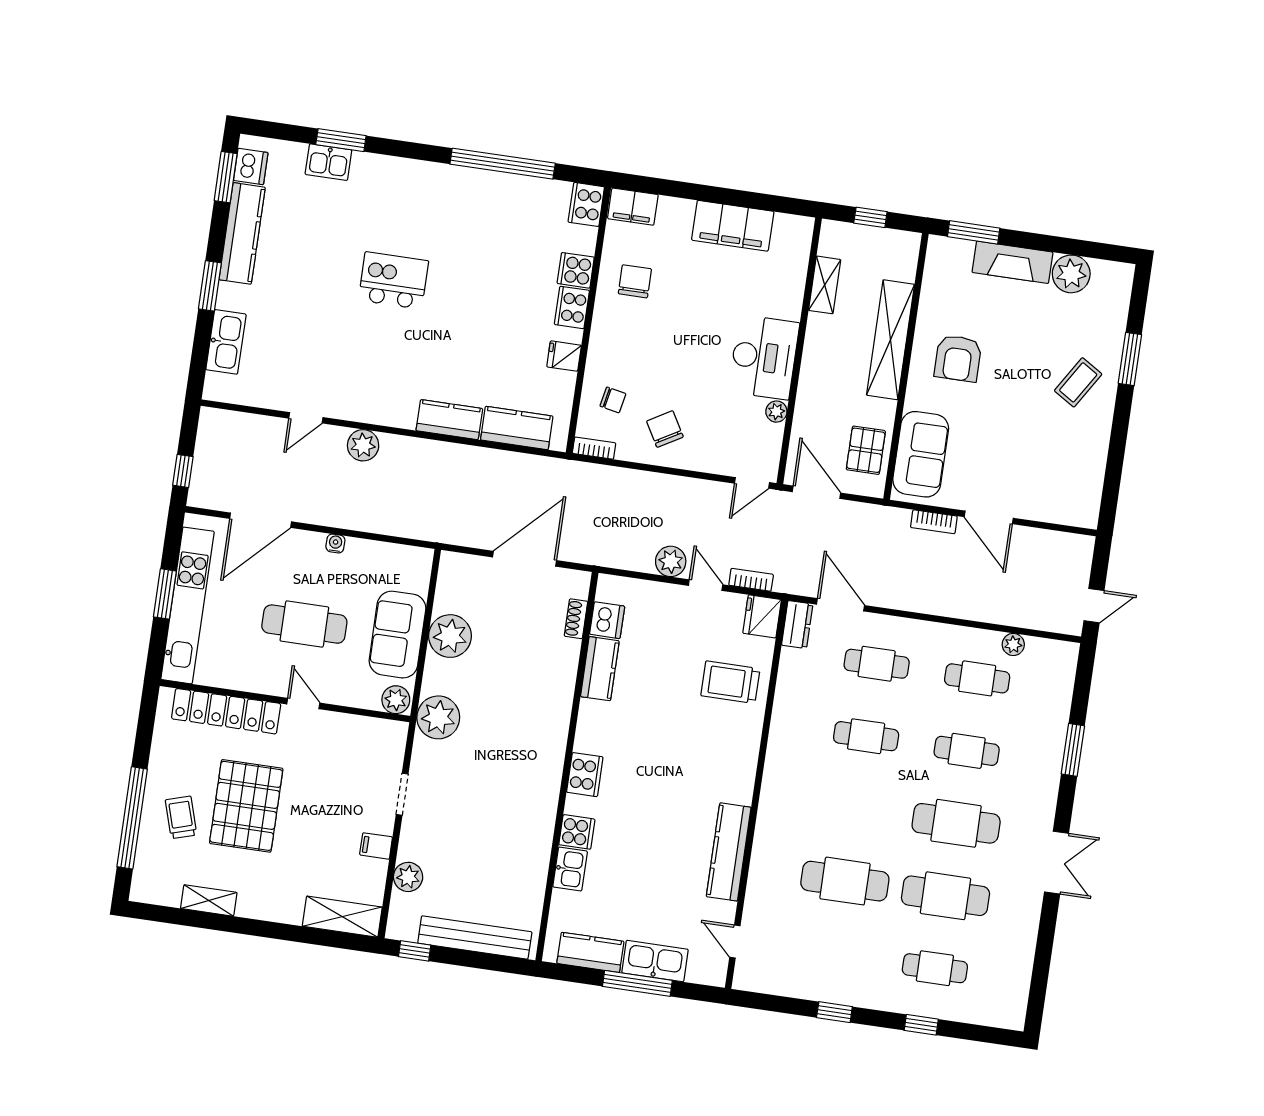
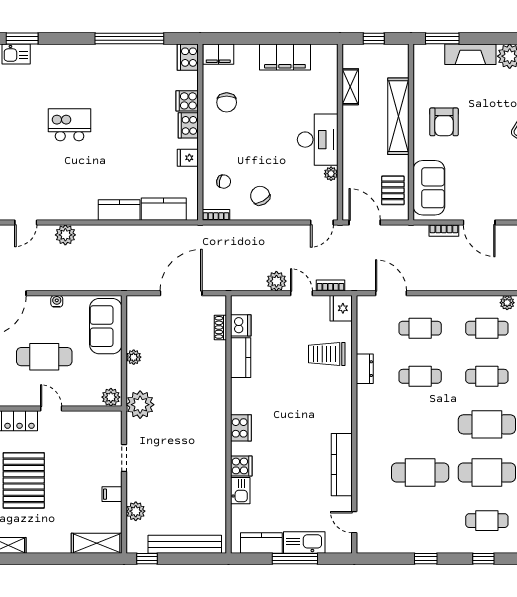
chair: (635, 281) -> (227, 102), turned 180
dresser: (797, 625) -> (365, 369), moved
sofa: (397, 635) -> (106, 326), moved
plant: (450, 636) -> (134, 357), width x0.53, depth x0.53

